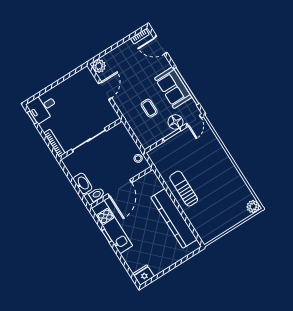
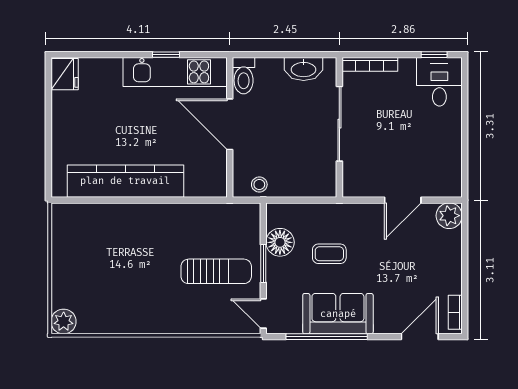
door: (105, 91) -> (403, 200), hinge flipped
floor lamp: (176, 122) -> (280, 242), moved
washbasin: (83, 183) -> (304, 69), moved
sun lounger: (184, 189) -> (216, 271), moved

